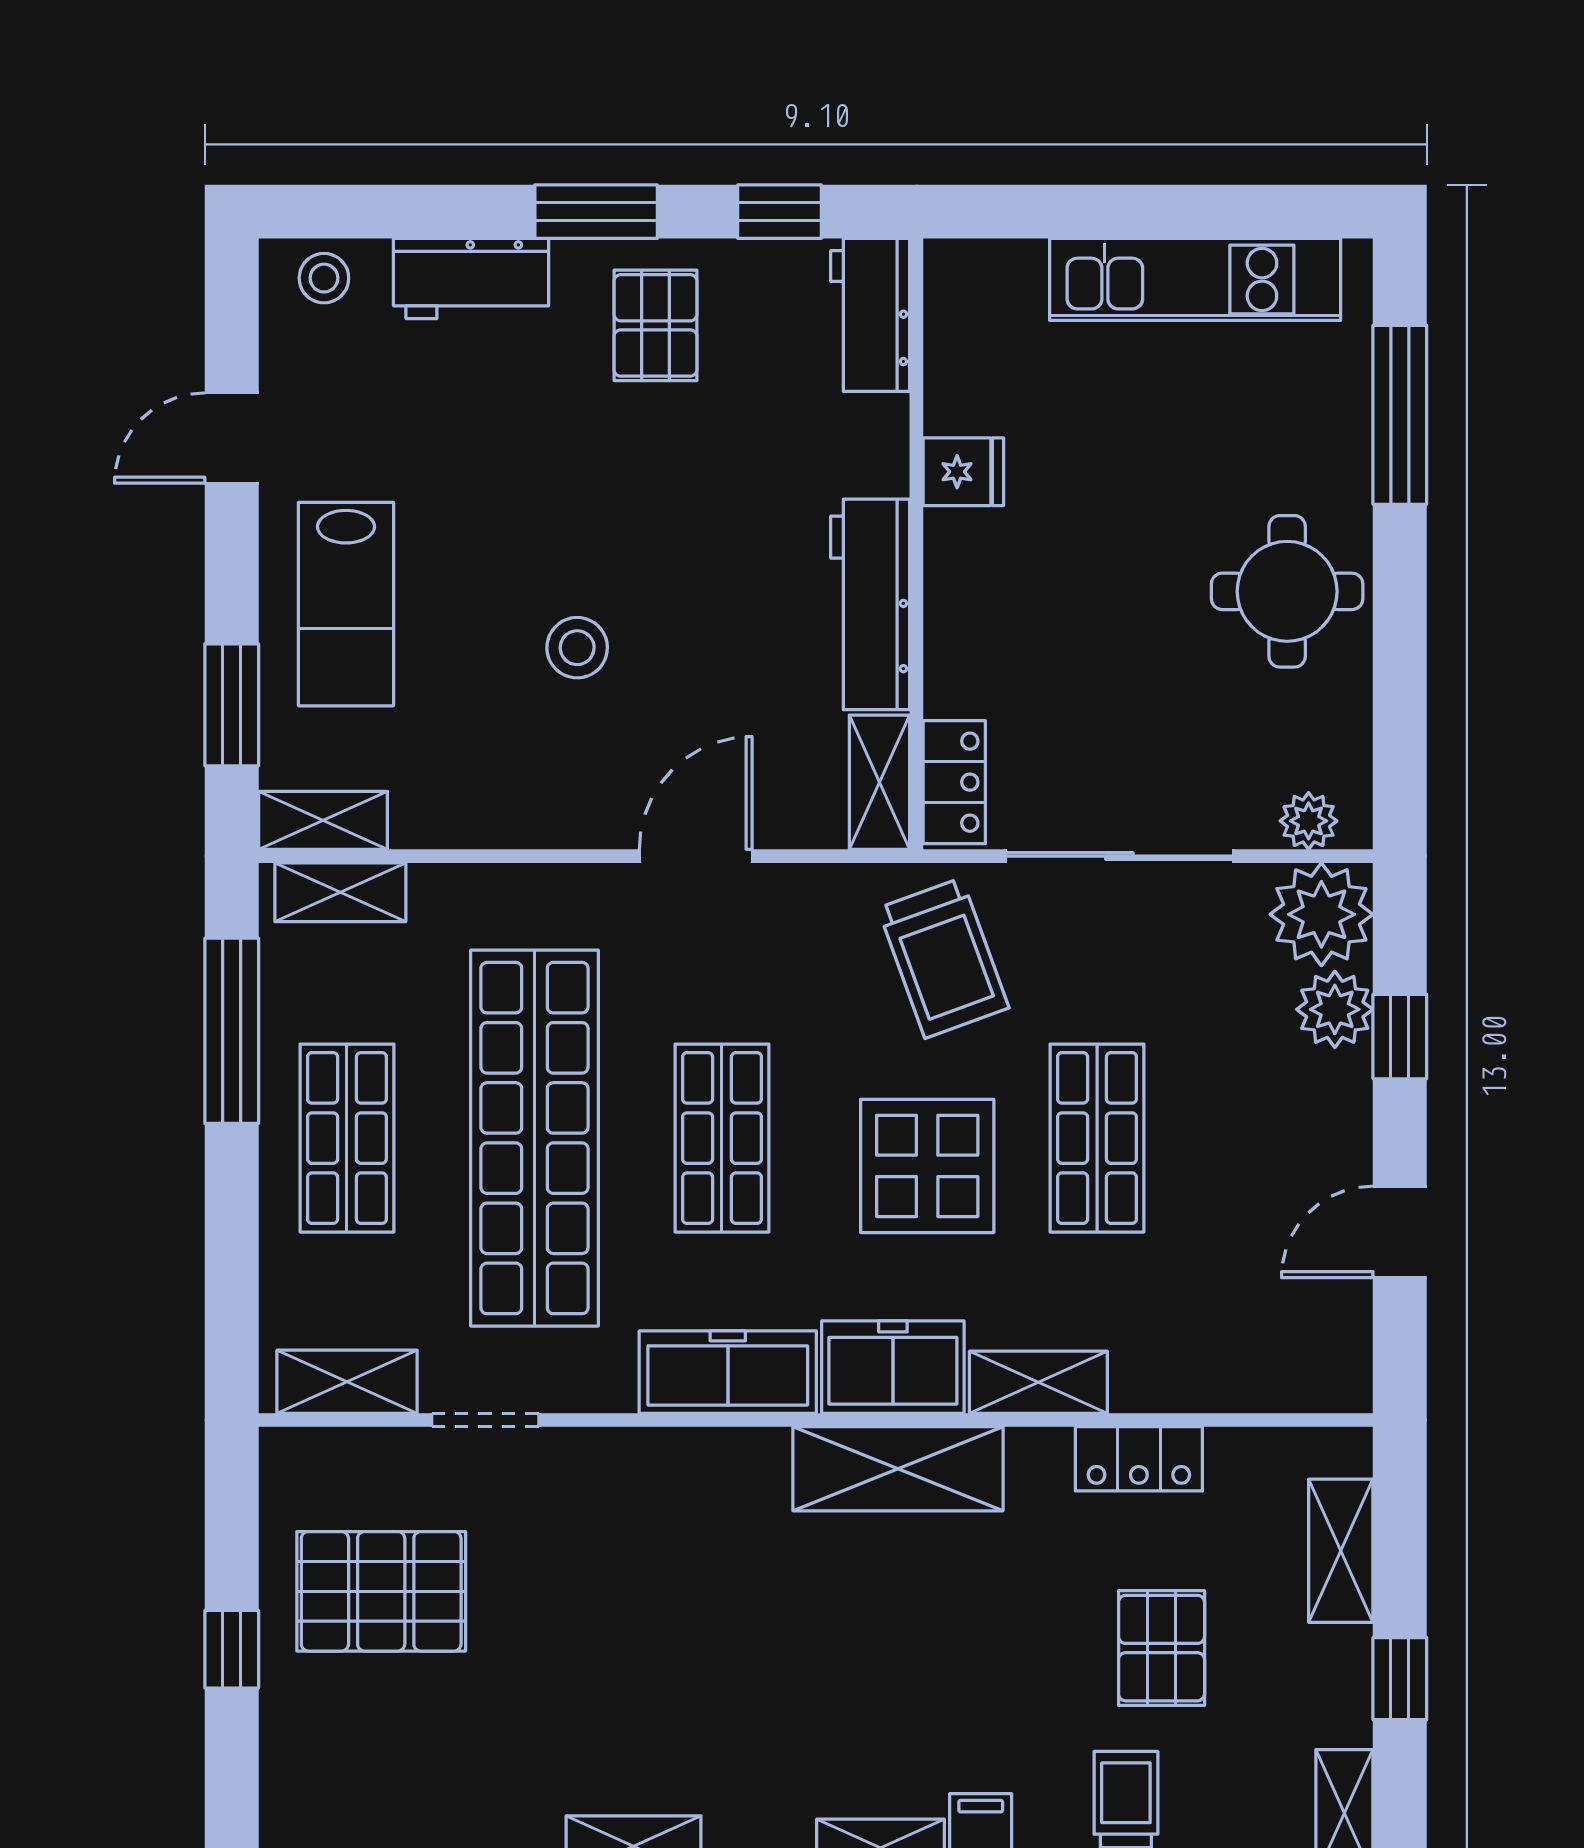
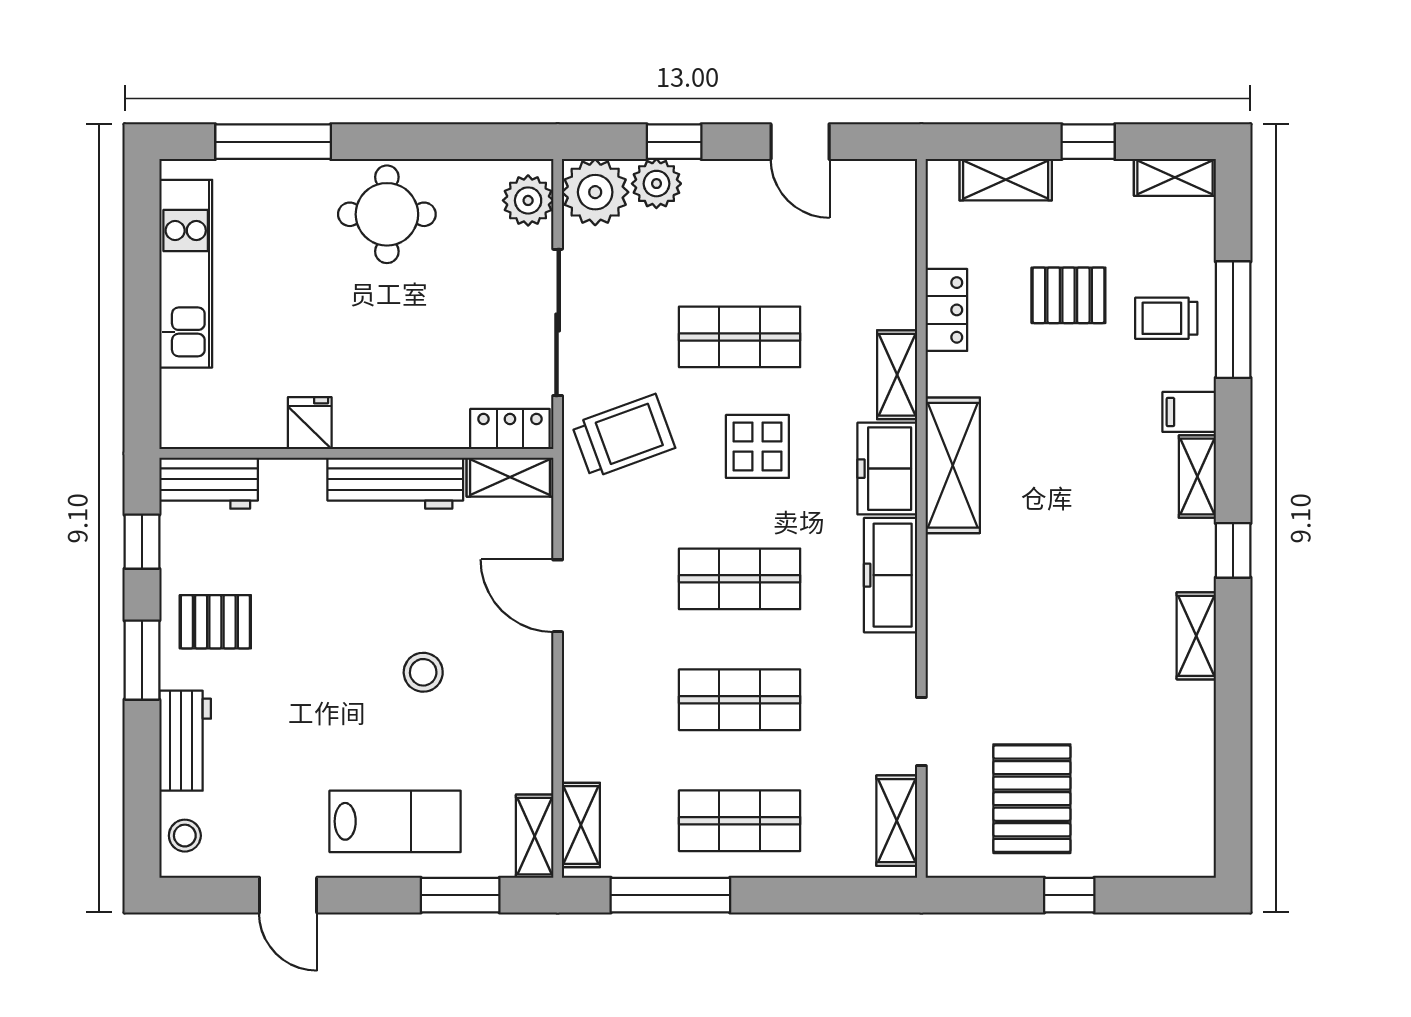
plant: (1309, 821) -> (528, 200), width x1.38, depth x1.38
shop shelf: (534, 1138) -> (740, 700), width x0.50, depth x0.74
display table: (927, 1166) -> (757, 446), width x0.73, depth x0.73

